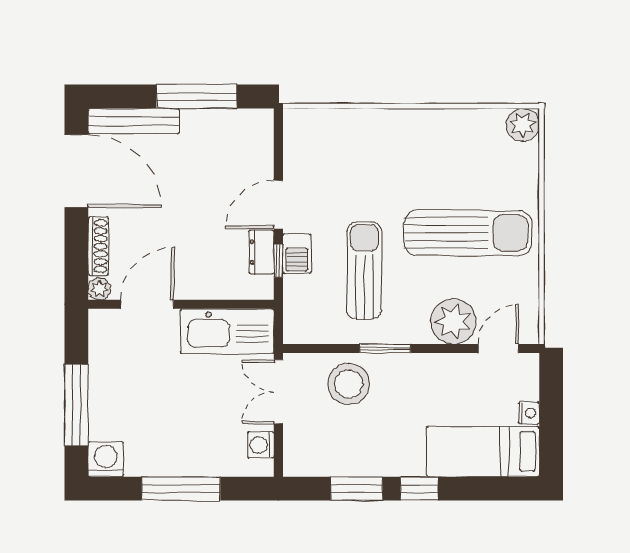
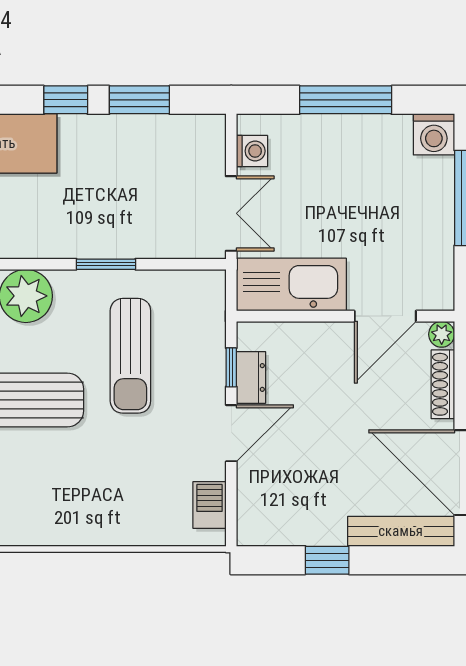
window: (197, 96) -> (327, 560), width x0.46
barbecue: (297, 254) -> (210, 505), moved
stool: (349, 384) -> (149, 223), removed

